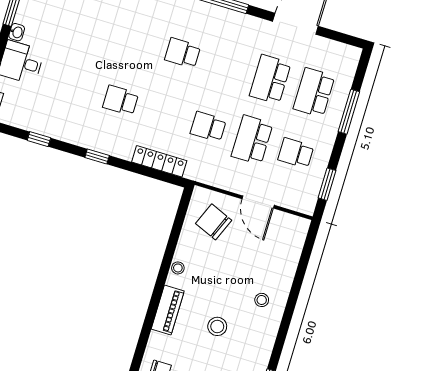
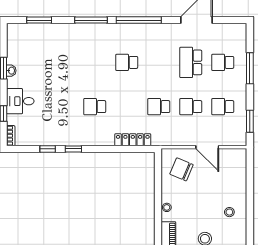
washbasin: (17, 32) -> (11, 71), moved
school desk: (314, 92) -> (223, 62), width x0.54
school desk: (252, 140) -> (191, 107), width x0.54
window: (97, 157) -> (73, 149), moved

